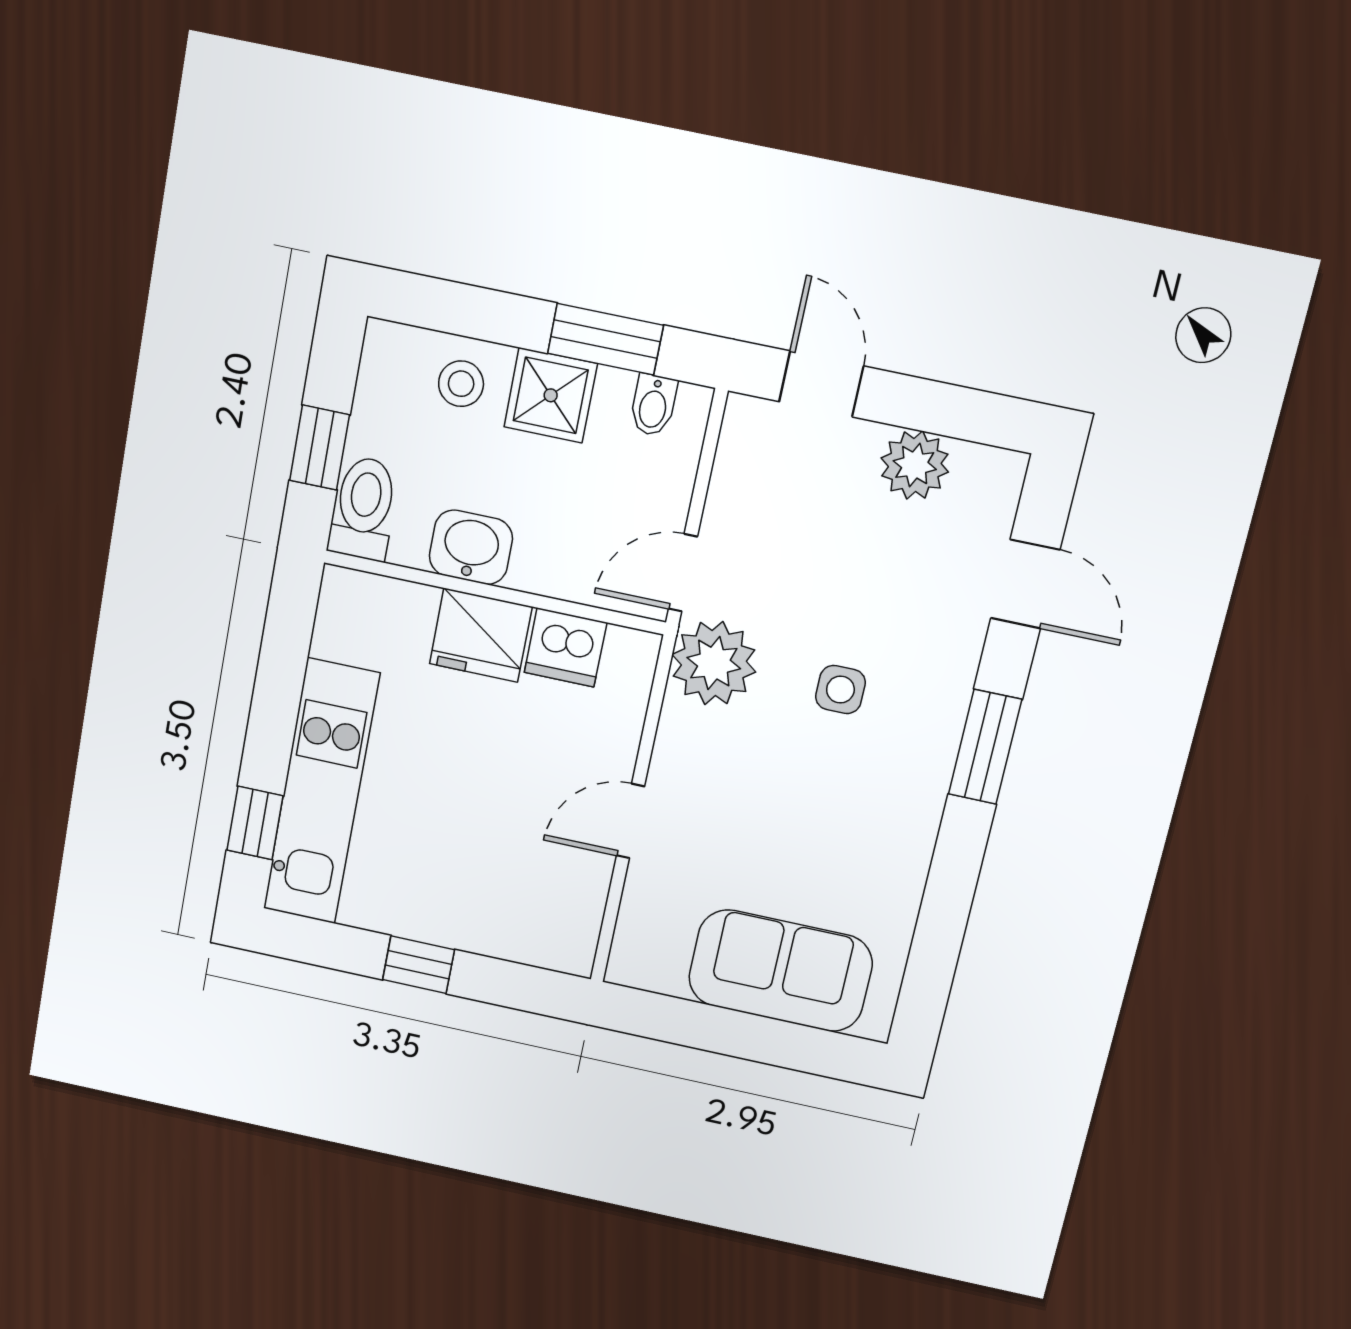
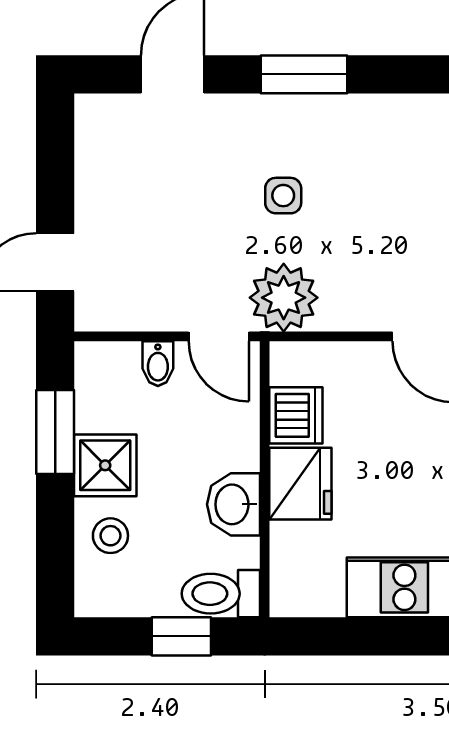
bidet: (653, 405) -> (158, 364), moved, turned 90
plant: (915, 465) -> (101, 179), removed

